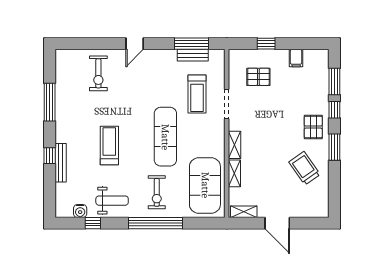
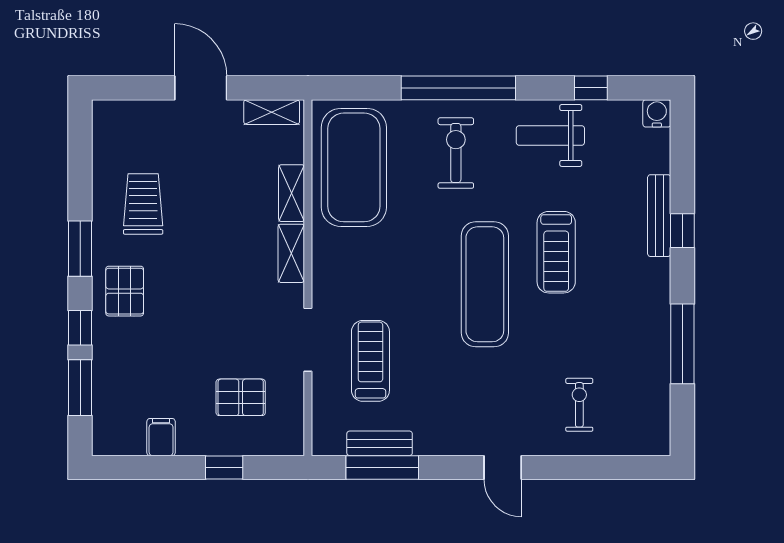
door: (135, 44) -> (503, 468), swing flipped
exercise bike: (98, 73) -> (579, 405), width x0.73, depth x0.72
exercise mat: (165, 137) -> (485, 284), moved
trolley: (304, 168) -> (143, 204), turned -145
water cooler: (80, 211) -> (657, 113), moved

